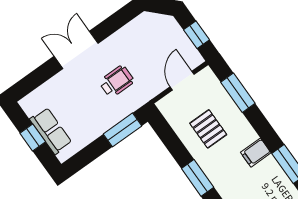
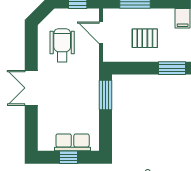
wheelchair: (117, 81) -> (62, 45), moved, width x1.36, depth x1.37

